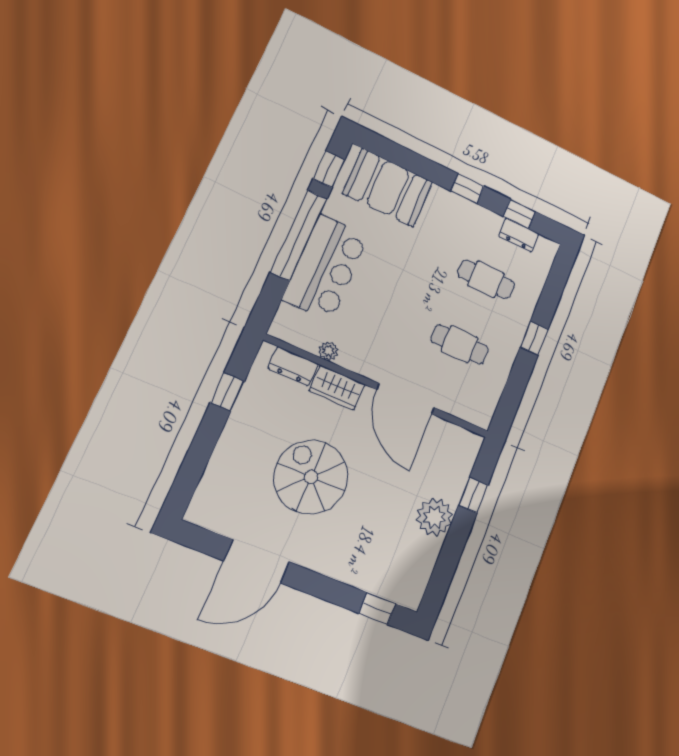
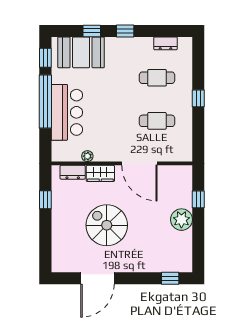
window: (519, 214) -> (92, 31), moved

